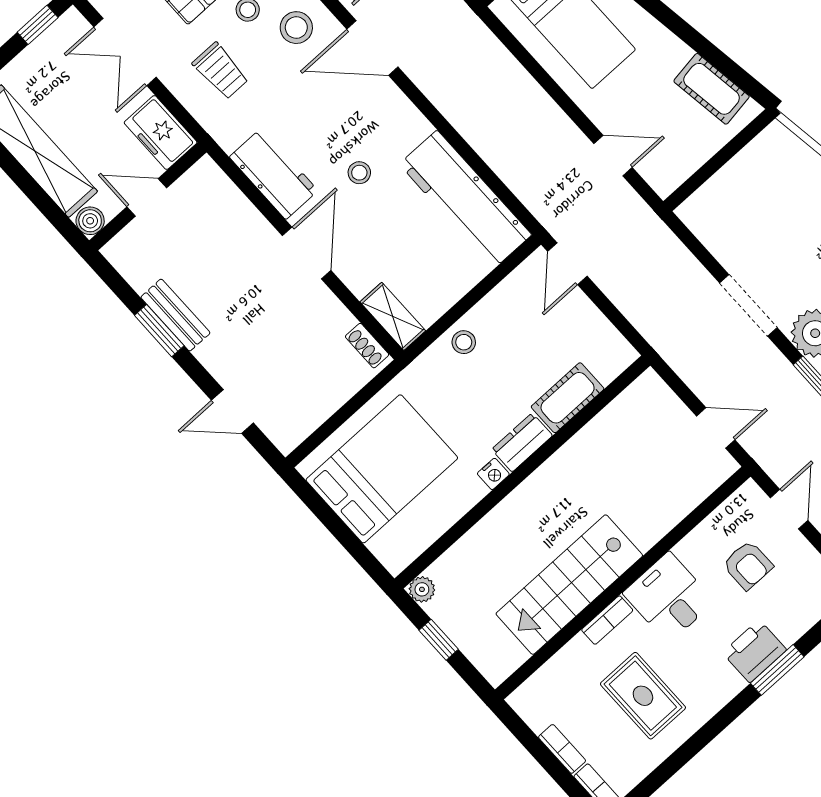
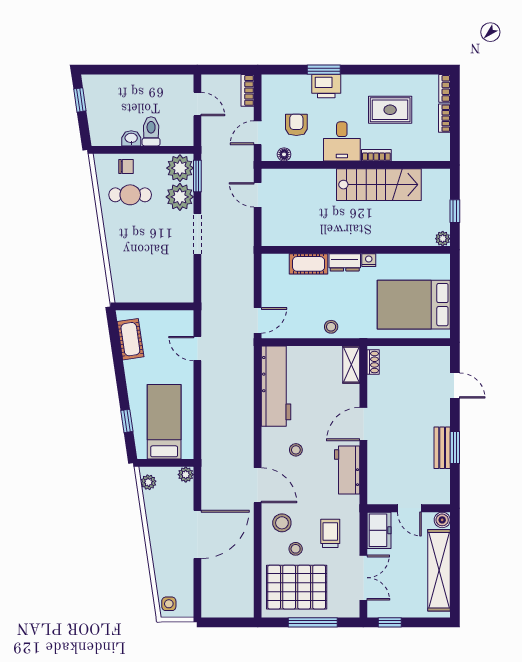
stool: (359, 173) -> (296, 450), moved
floor lamp: (729, 512) -> (284, 154), added
rug: (643, 696) -> (390, 110), turned 90

